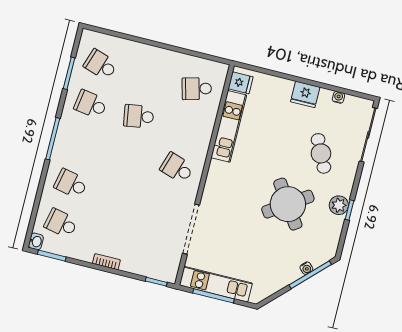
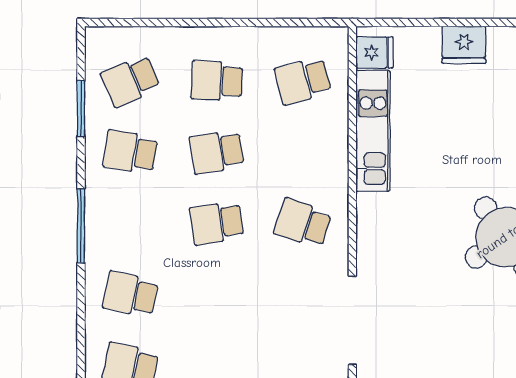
school desk: (101, 65) -> (130, 81), turned -42
school desk: (149, 77) -> (217, 81), added
fridge: (305, 94) -> (464, 45), moved
school desk: (129, 156) -> (217, 223), added

